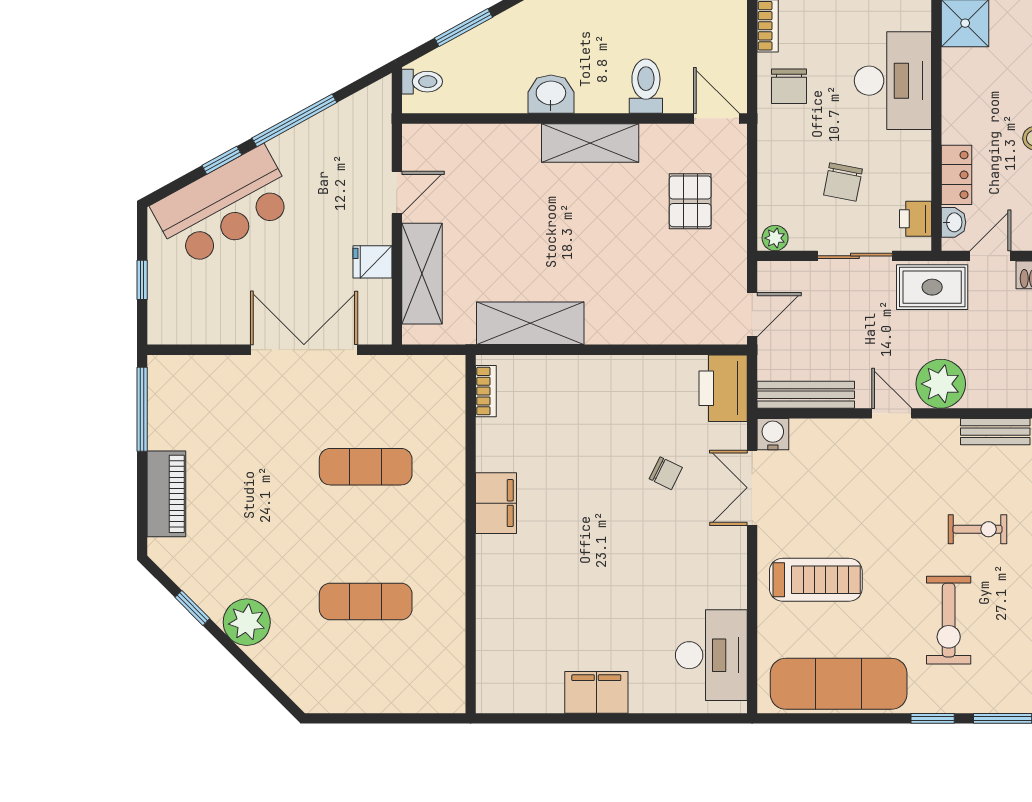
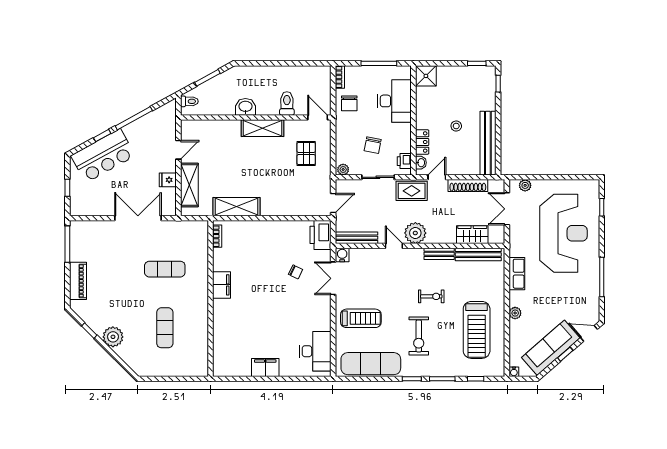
exercise mat: (366, 601) -> (165, 328), turned 90

